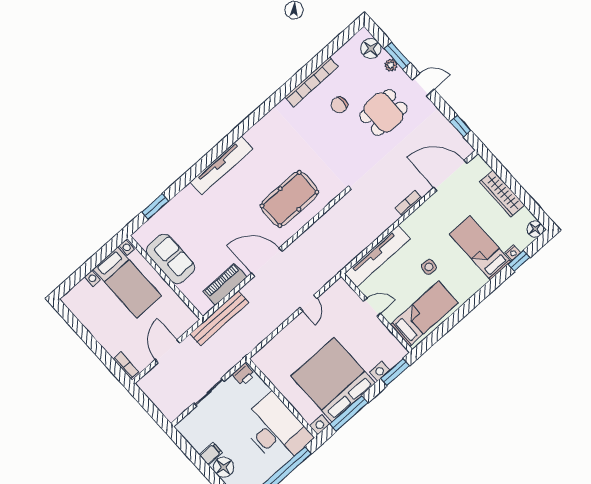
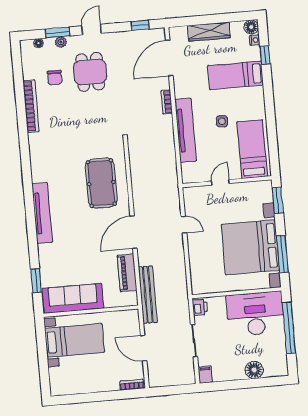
floor lamp: (371, 49) -> (38, 43), width x0.53, depth x0.53
chair: (339, 105) -> (55, 78), moved
nightstand: (513, 253) -> (255, 40), moved
tv unit: (377, 256) -> (185, 130), moved
sofa: (171, 259) -> (73, 298), width x1.36
filing cabinet: (211, 454) -> (206, 375), moved

